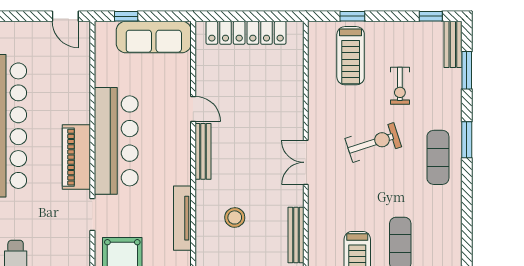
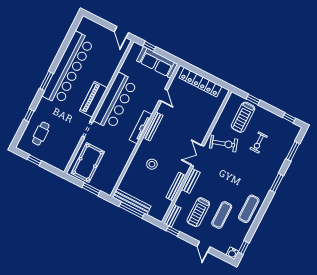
bench: (453, 44) -> (191, 181), moved
door: (193, 109) -> (163, 95), moved
exercise bike: (373, 143) -> (224, 144), moved
exercise mat: (438, 157) -> (249, 209), moved
tv unit: (182, 218) -> (141, 127), moved

